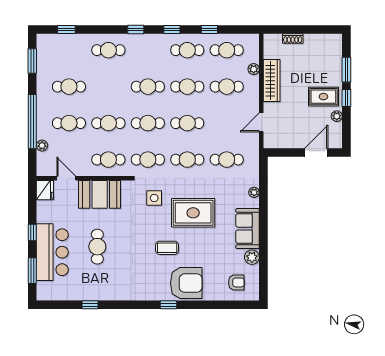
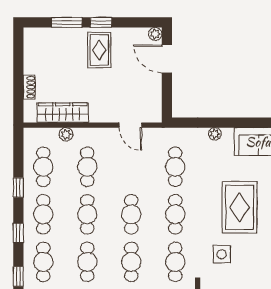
cafe table: (148, 50) -> (43, 262), added
wardrobe: (272, 81) -> (63, 113), moved
plant: (337, 116) -> (155, 34), moved

